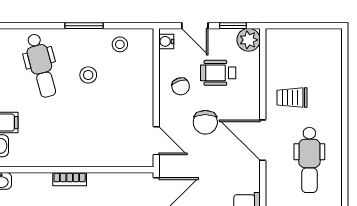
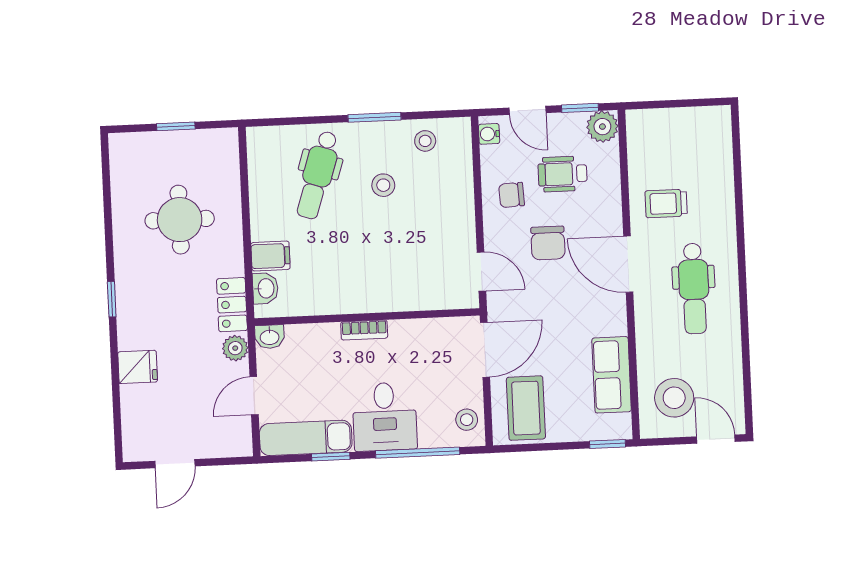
dental chair: (41, 66) -> (318, 175), turned 33
chair: (181, 86) -> (512, 195), turned 105

